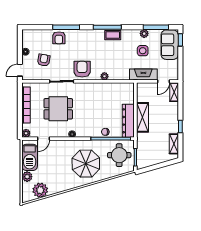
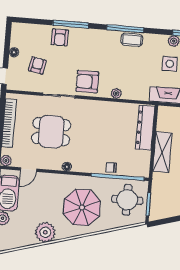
armchair: (82, 69) -> (87, 82), turned -90
dresser: (128, 121) -> (145, 128), moved
plant: (40, 190) -> (45, 232), moved

